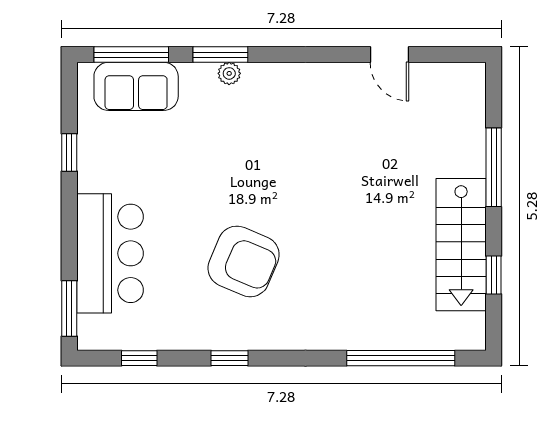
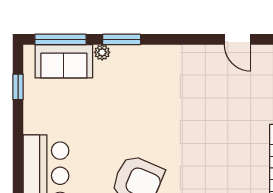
plant: (229, 73) -> (102, 52), moved
window: (69, 152) -> (18, 87), moved

